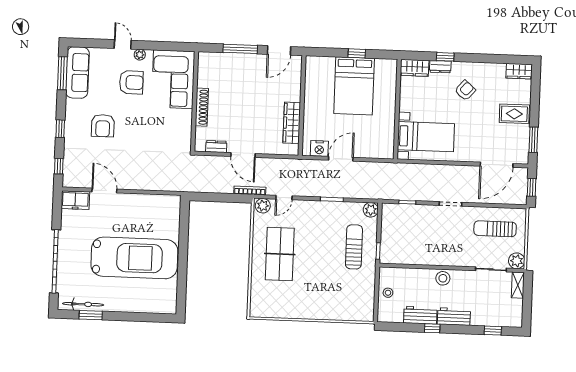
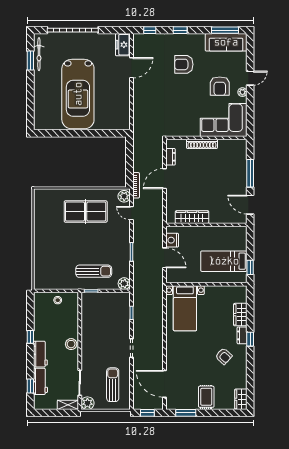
bed: (354, 86) -> (224, 261), width x0.67
wall: (397, 109) -> (206, 284), moved
bed with nightstands: (426, 137) -> (185, 308), moved
workbench: (420, 315) -> (41, 381), moved

